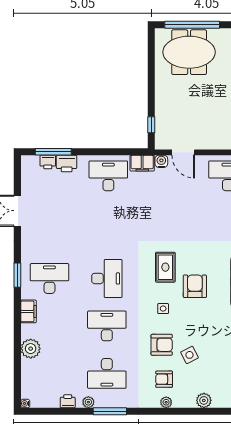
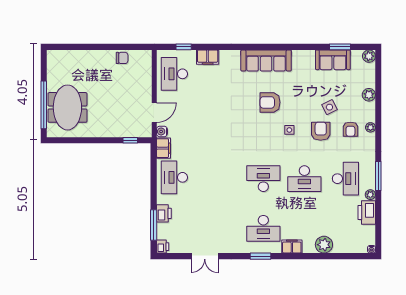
printer: (48, 162) -> (163, 247), moved
rug: (165, 267) -> (254, 128), removed
desk: (49, 278) -> (263, 228), turned -90
desk: (107, 326) -> (304, 179), turned -90
printer: (68, 401) -> (367, 213), width x1.87, depth x1.48

